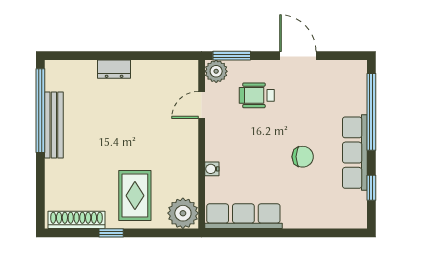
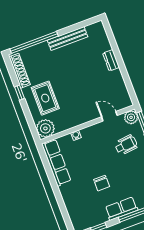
wheelchair: (257, 95) -> (126, 145), turned 84
window: (40, 111) -> (34, 42), moved
row of seats: (355, 153) -> (121, 209), width x0.68
rug: (135, 196) -> (45, 98), turned 90

